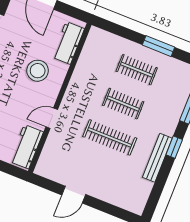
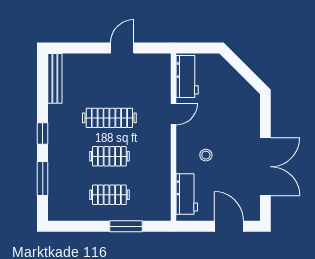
window: (159, 46) -> (126, 226), moved
stool: (38, 71) -> (206, 155), width x0.53, depth x0.53
bench: (157, 158) -> (55, 78), moved

